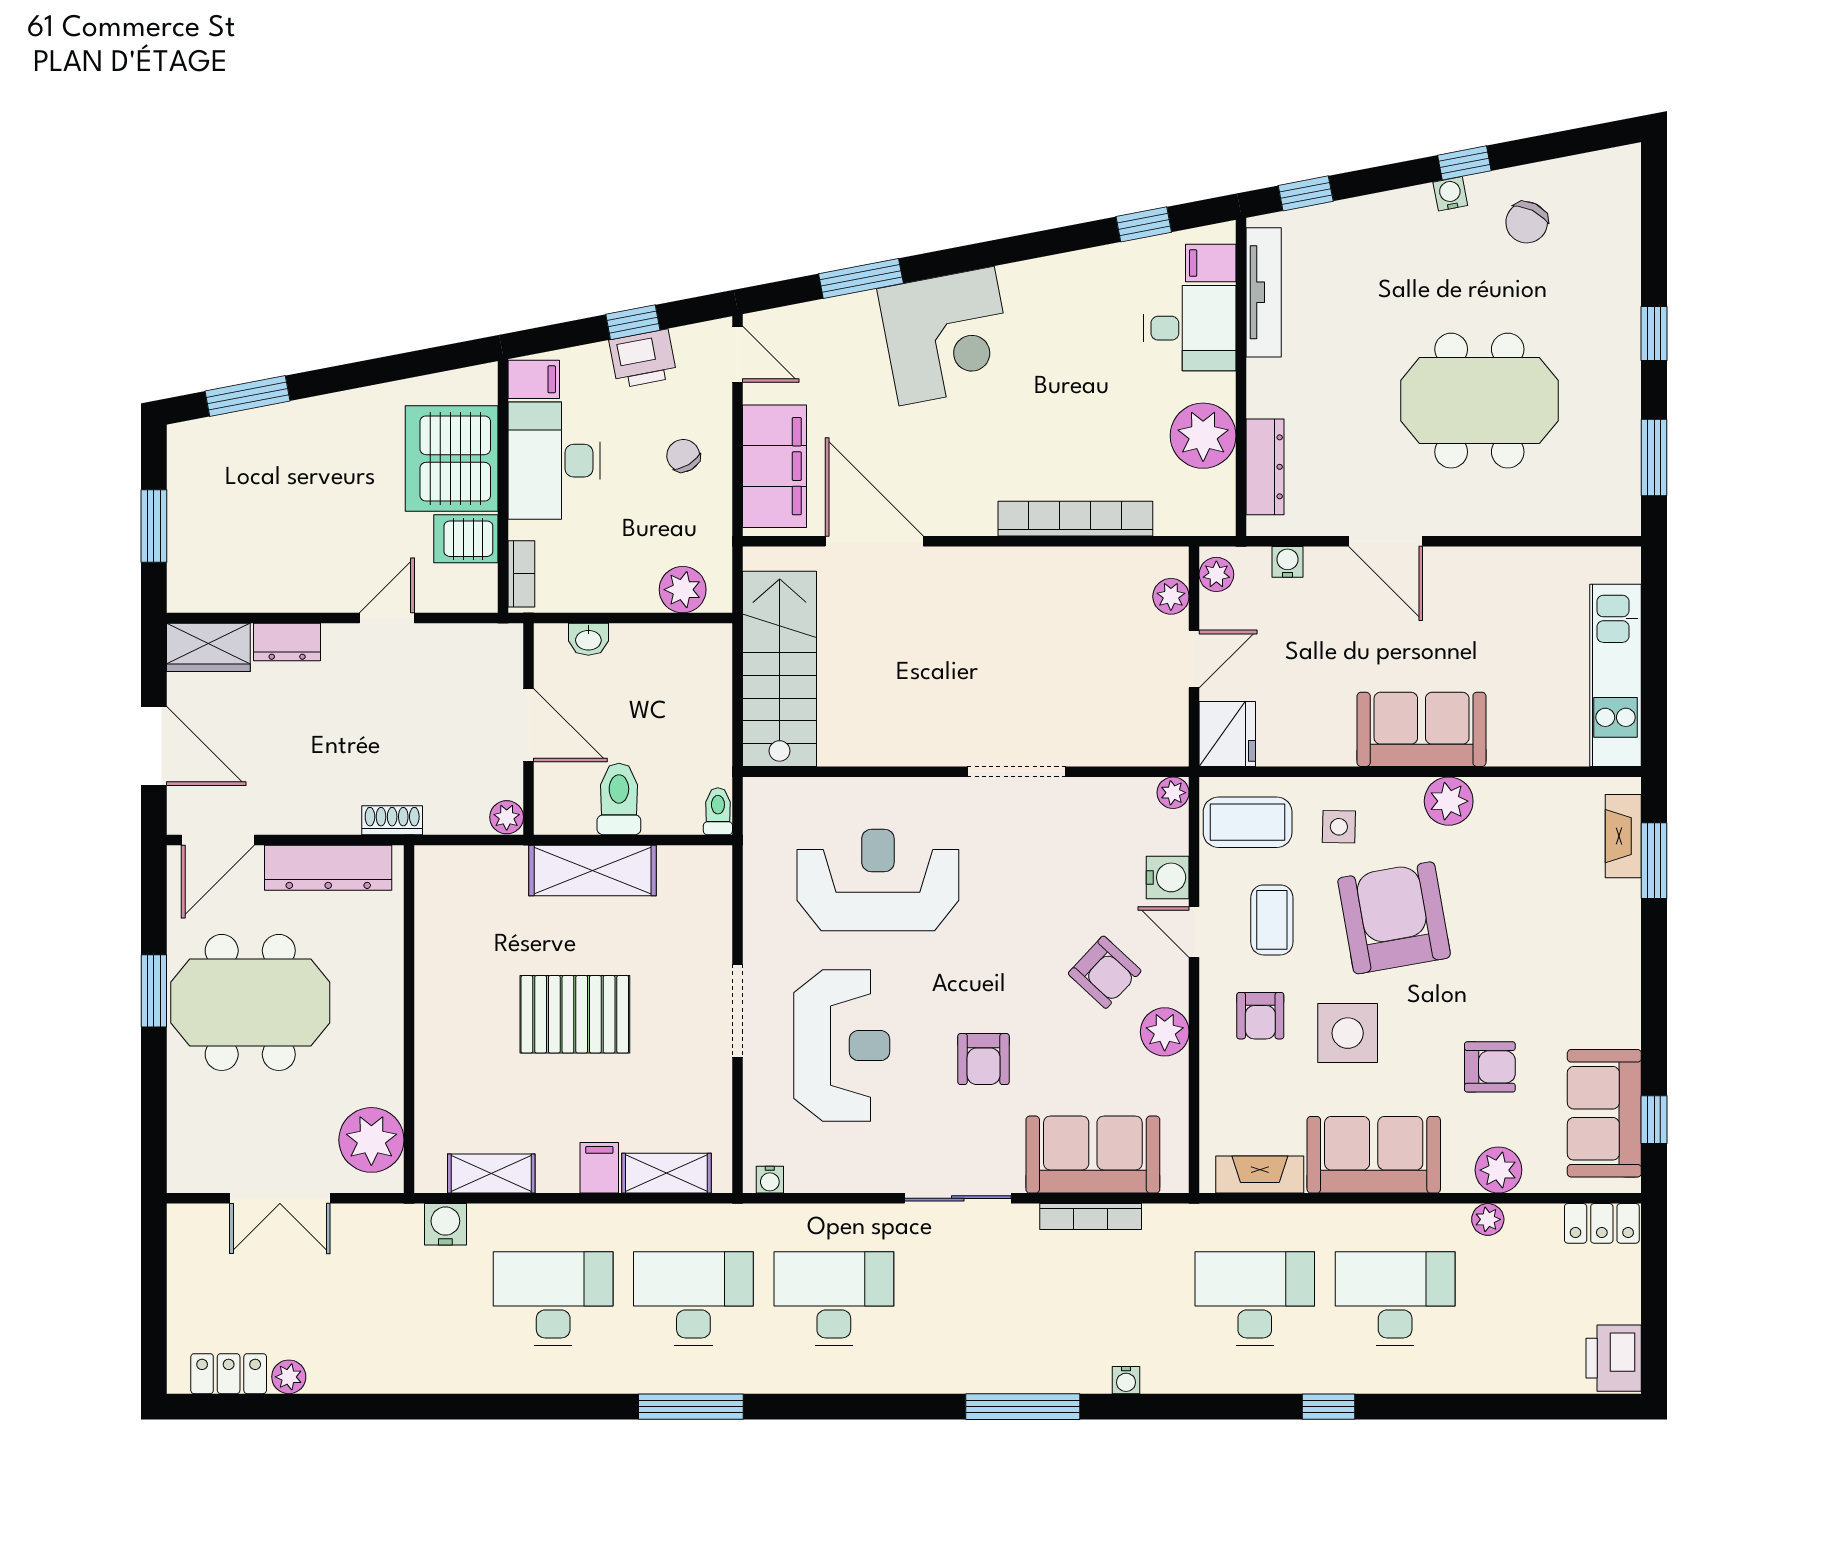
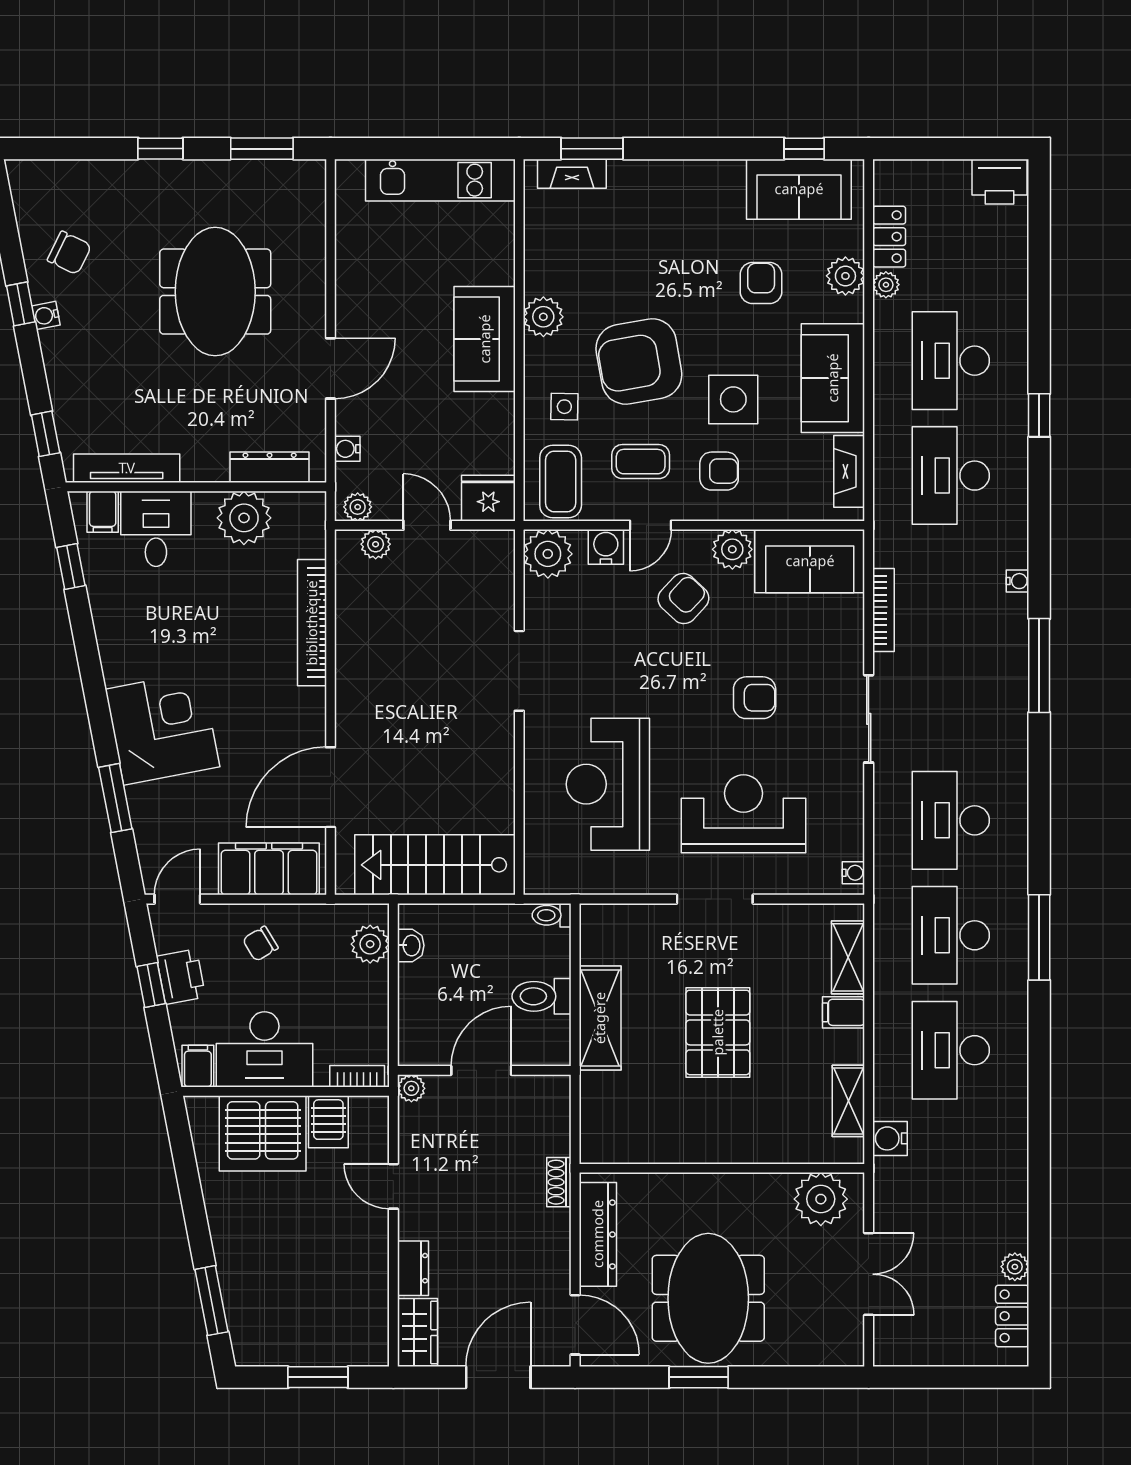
washbasin: (588, 639) -> (411, 945), moved
plant: (1173, 793) -> (548, 554), width x1.88, depth x1.88
plant: (507, 817) -> (411, 1088), moved
sofa: (1093, 1155) -> (810, 561), moved, turned -90
locker: (1602, 1223) -> (889, 237), moved

